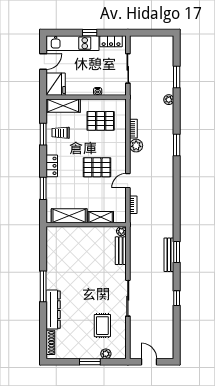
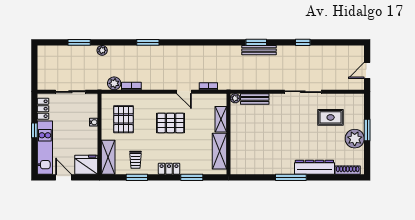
plant: (136, 146) -> (114, 83), moved
pallet: (97, 167) -> (171, 123), turned 90
plant: (106, 354) -> (355, 139), moved, width x1.87, depth x1.87

